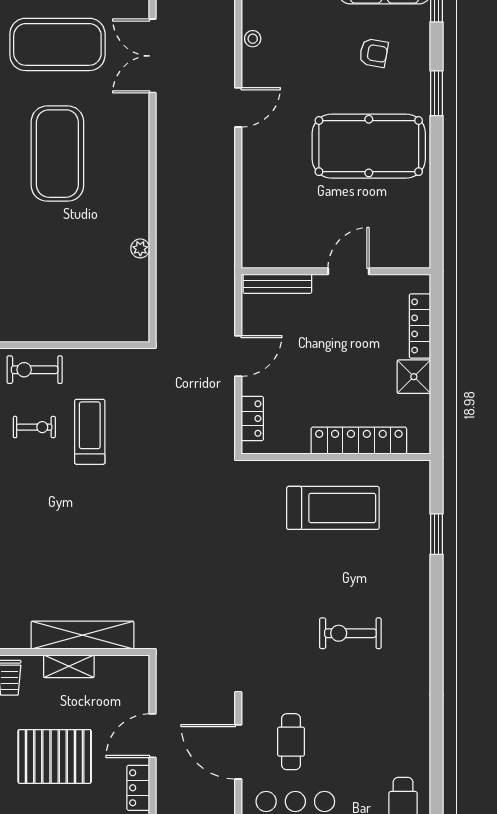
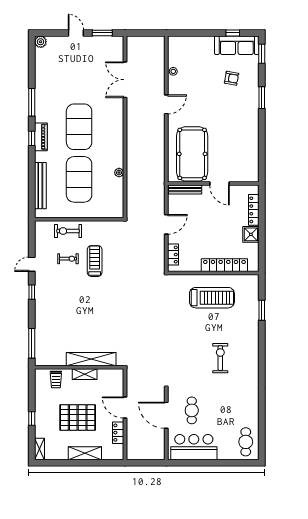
exercise mat: (57, 44) -> (79, 179), moved, turned 90
pool table: (369, 146) -> (192, 154), moved, turned 90
door: (348, 271) -> (219, 184), swing flipped
exercise bike: (350, 633) -> (220, 358), turned 90
door: (153, 736) -> (125, 408), hinge flipped

